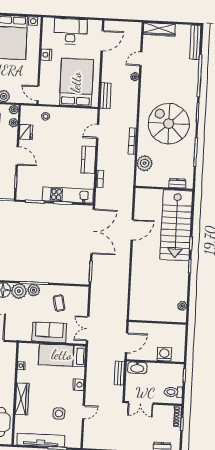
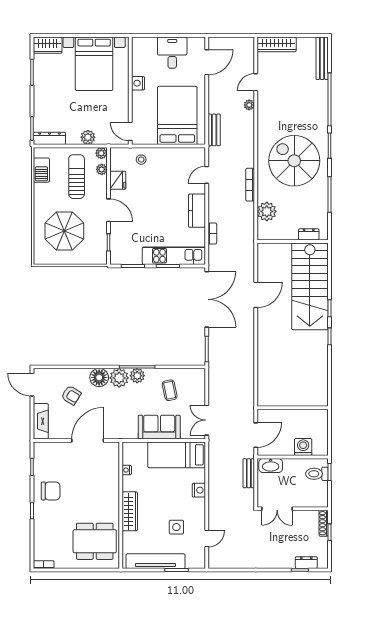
desk: (71, 31) -> (172, 53), width x0.73
plant: (182, 306) -> (322, 386), removed
toilet: (173, 392) -> (317, 474), moved
door: (83, 412) -> (207, 539), moved

